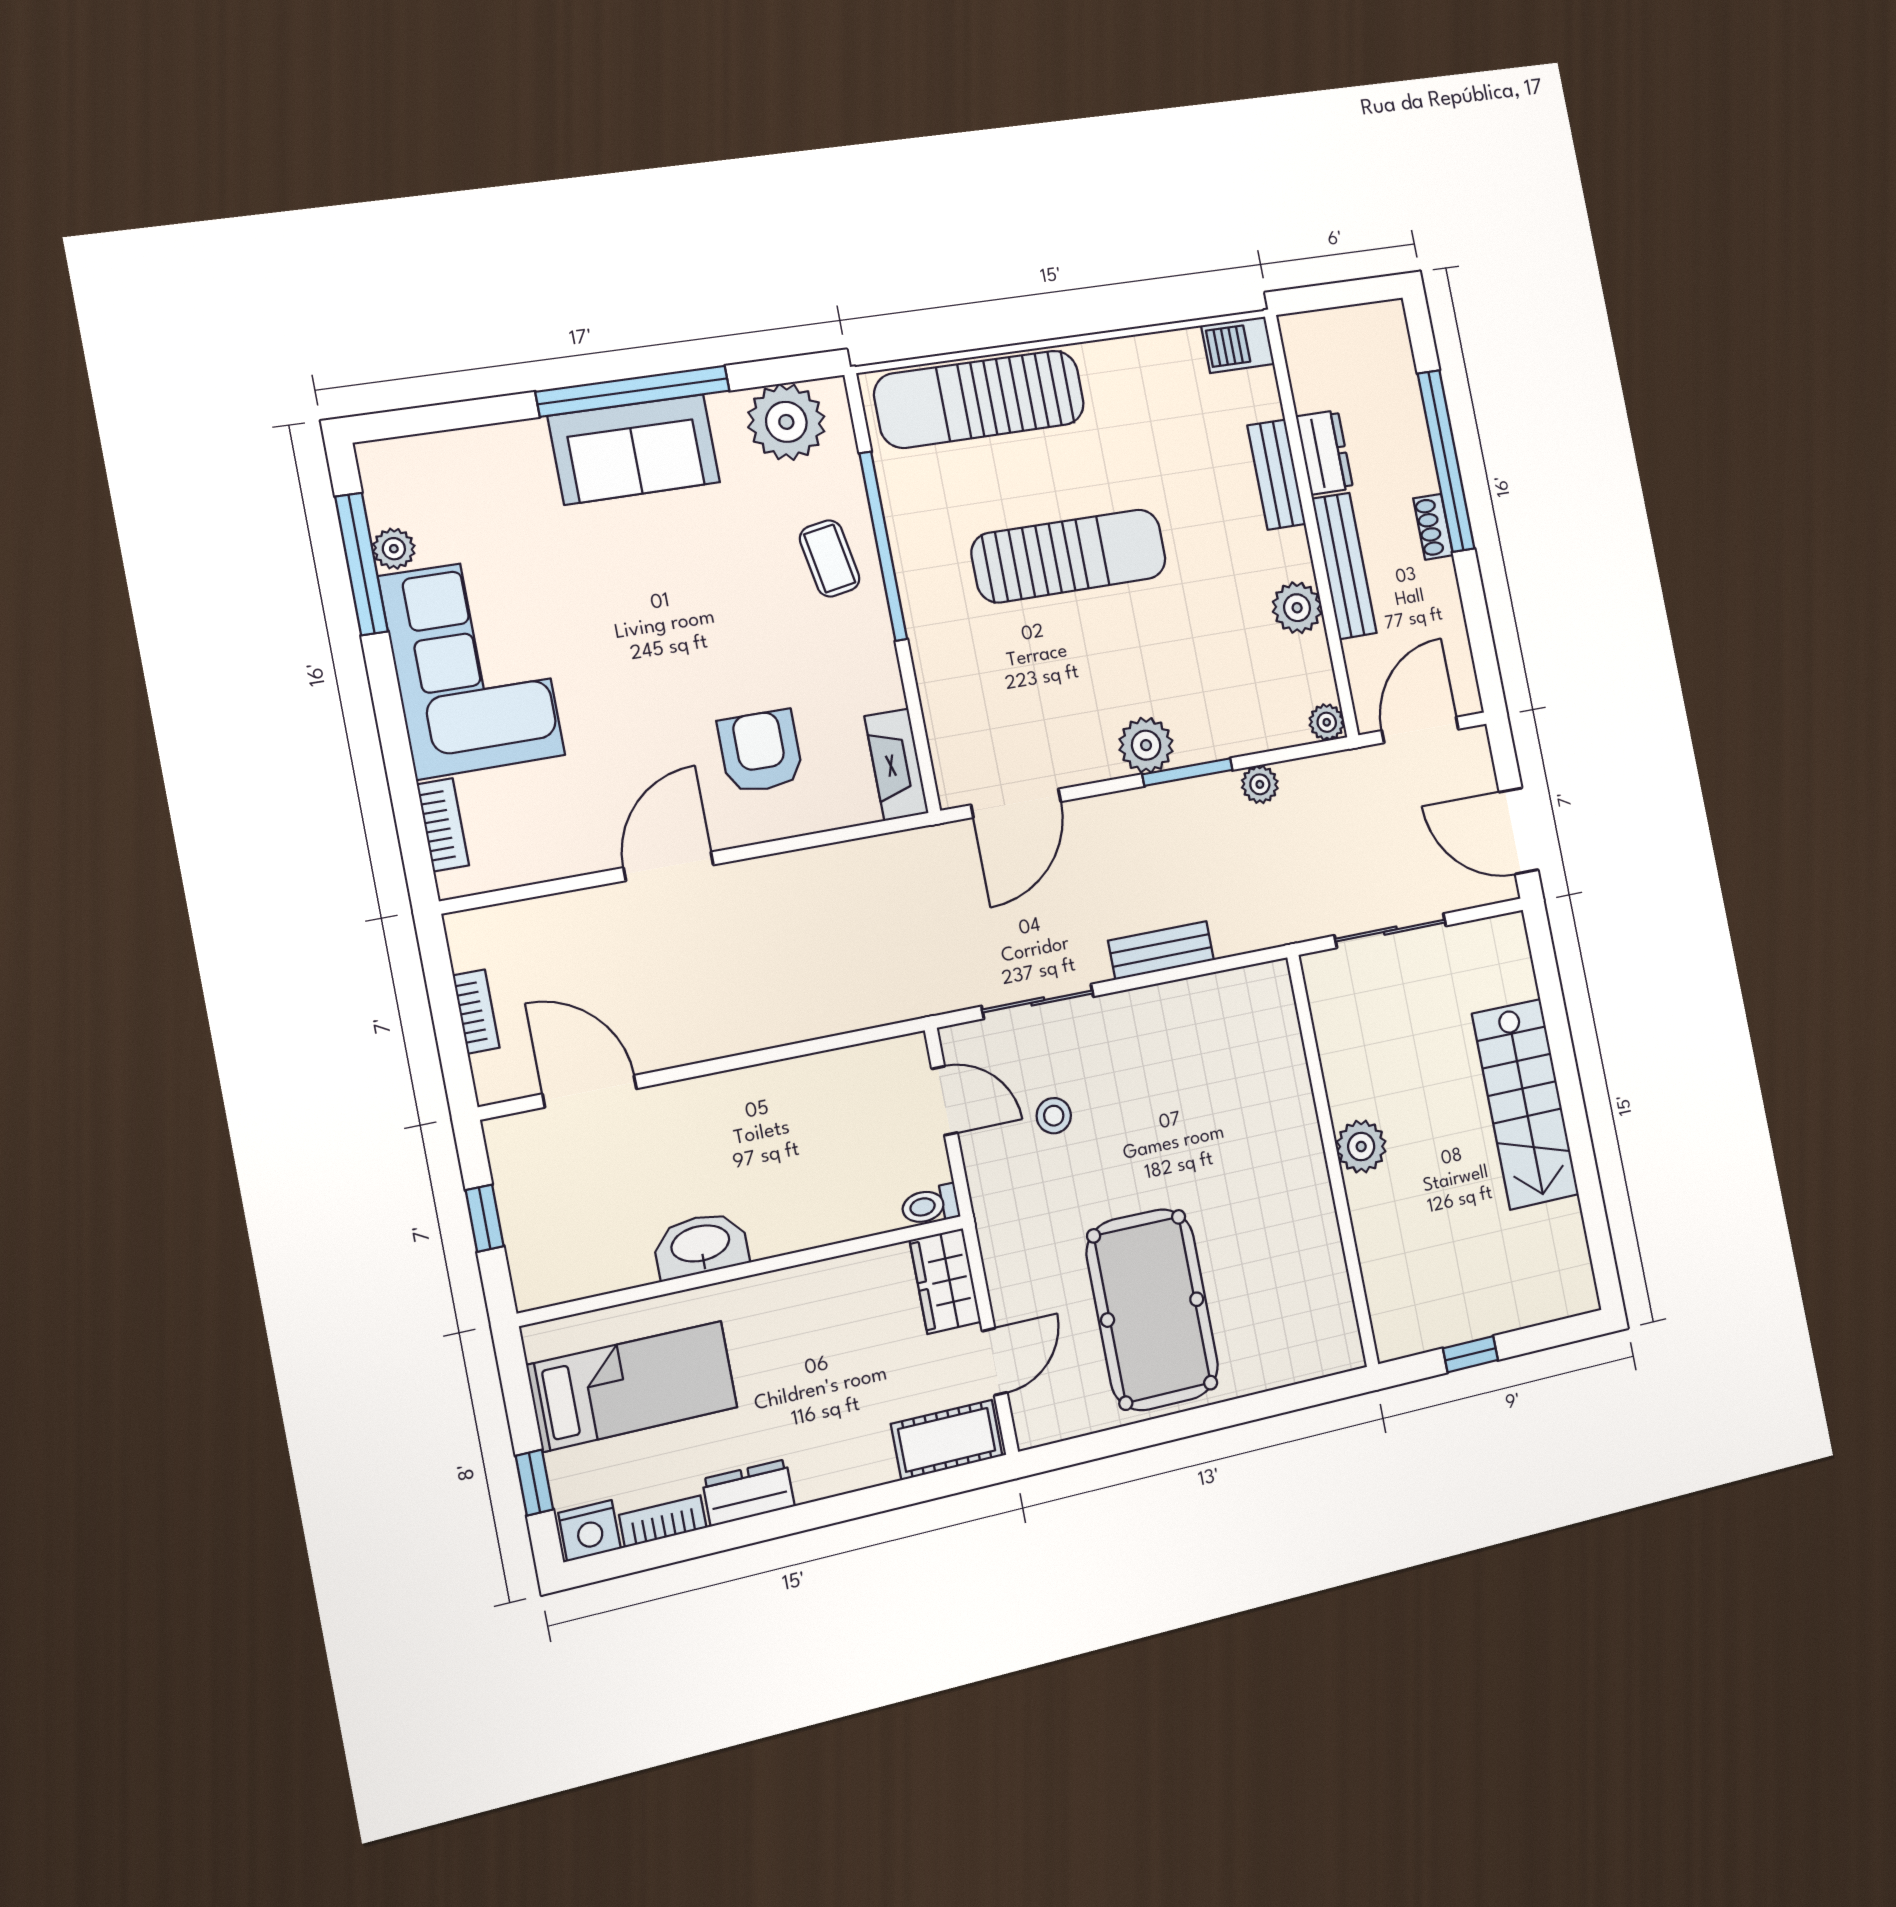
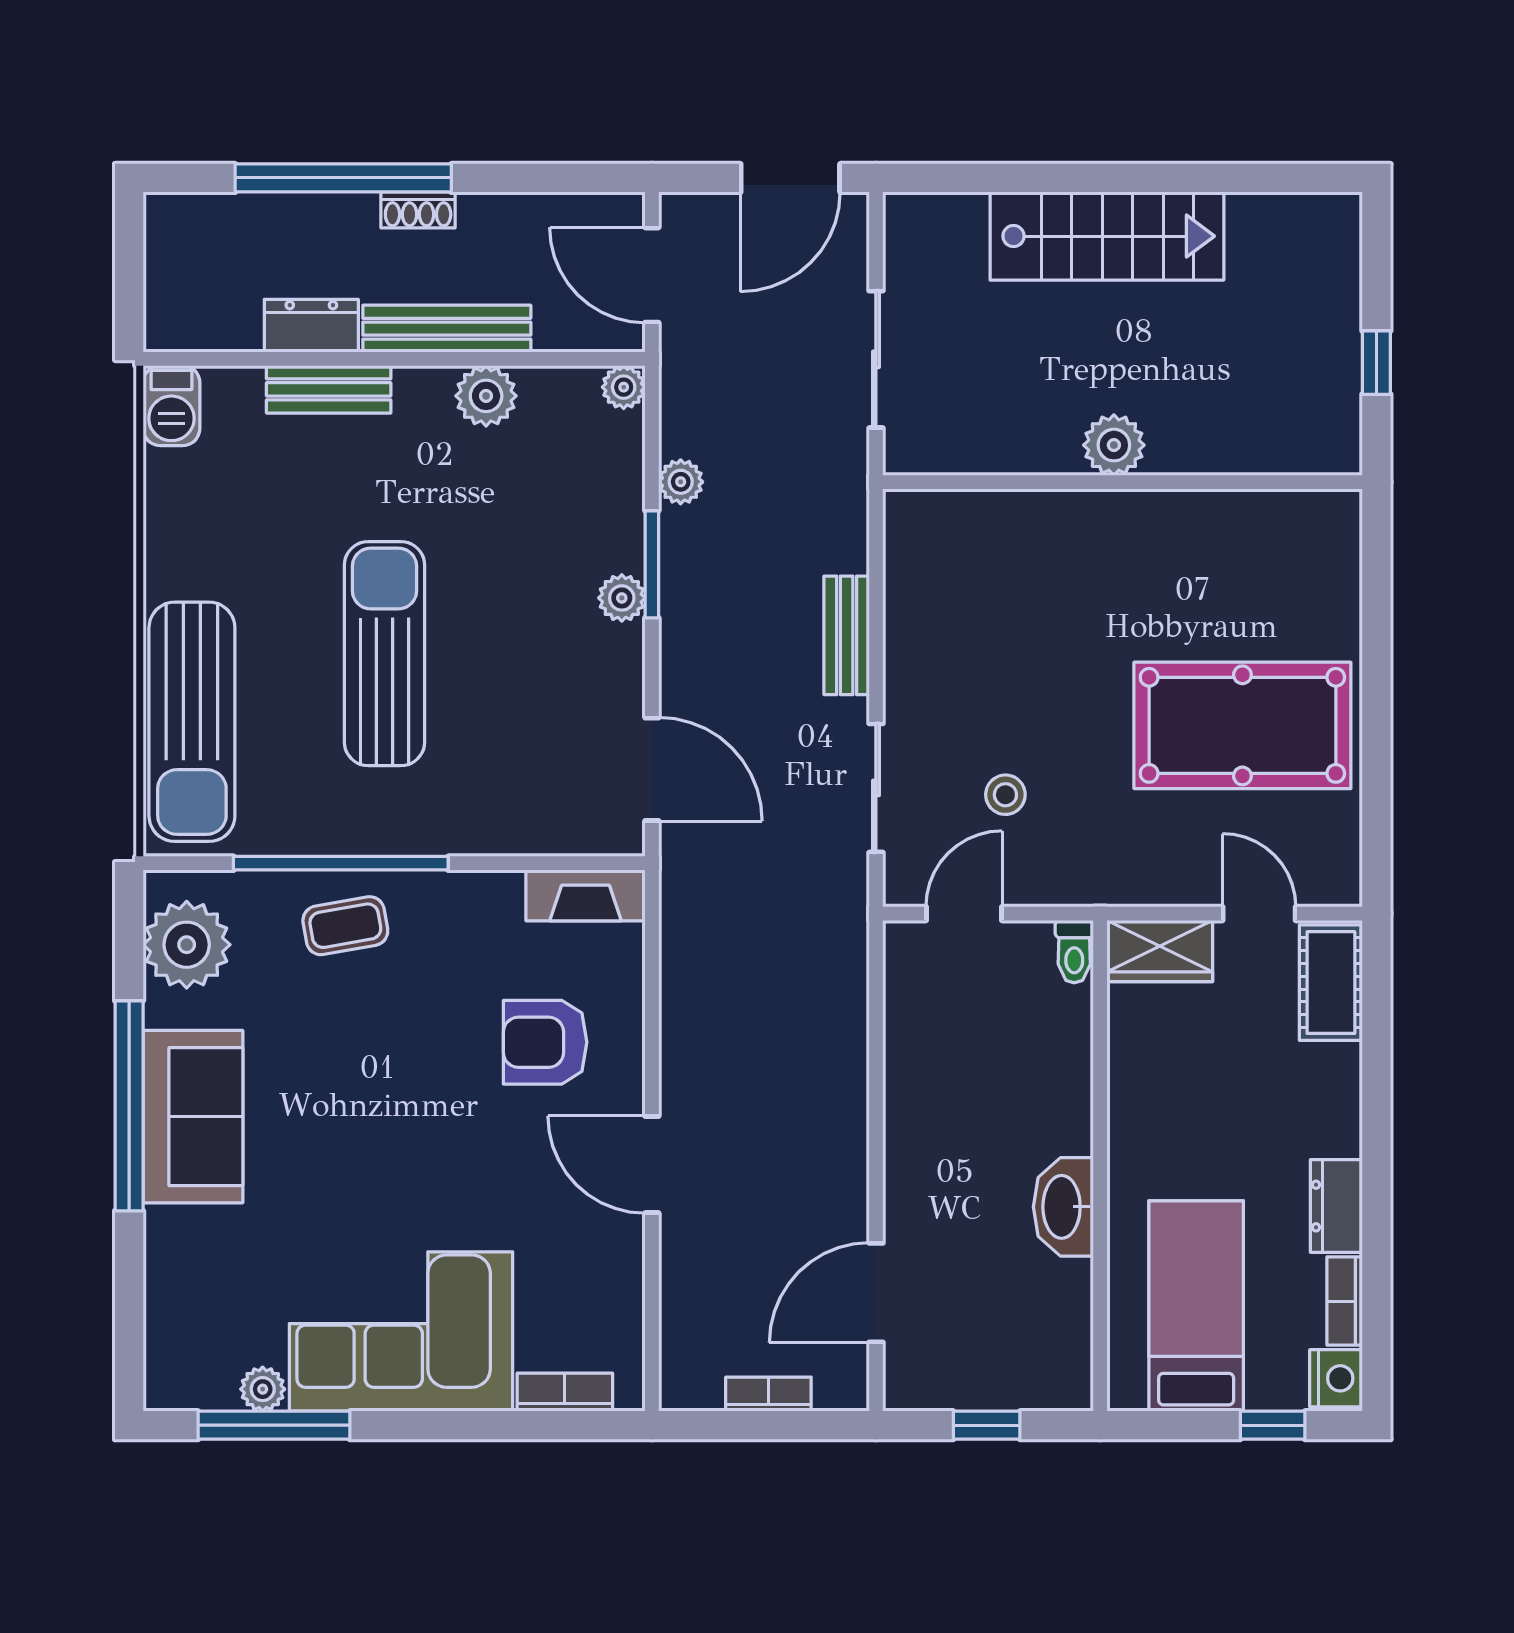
plant: (1146, 745) -> (622, 598), width x0.73, depth x0.73

